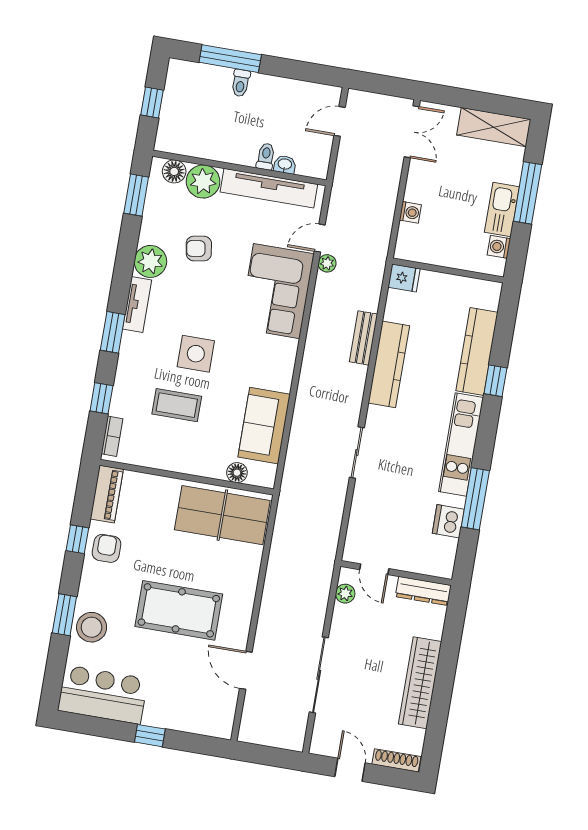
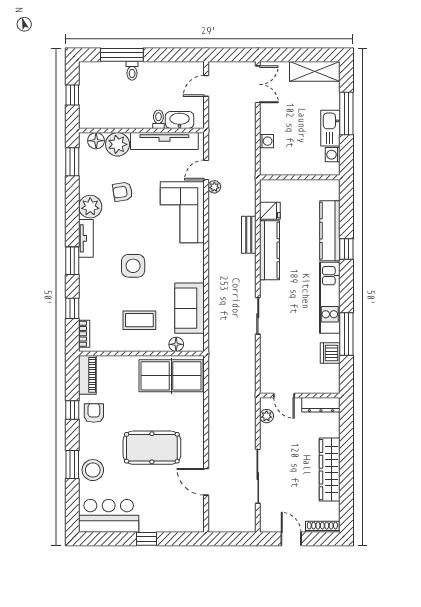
washbasin: (285, 165) -> (180, 120), width x1.91, depth x1.45
fridge: (404, 278) -> (270, 211), moved
coffee table: (177, 405) -> (139, 320), moved

